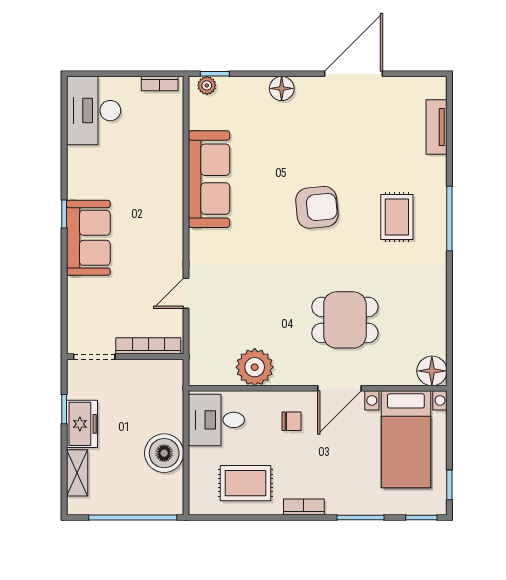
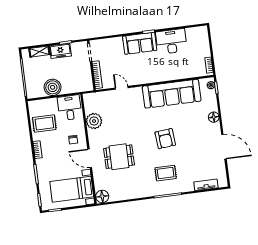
desk: (94, 111) -> (171, 41), moved
sofa: (209, 179) -> (172, 94), width x1.36, depth x1.27
dining table: (345, 320) -> (119, 157), turned 90
rug: (245, 483) -> (44, 123), turned 90

